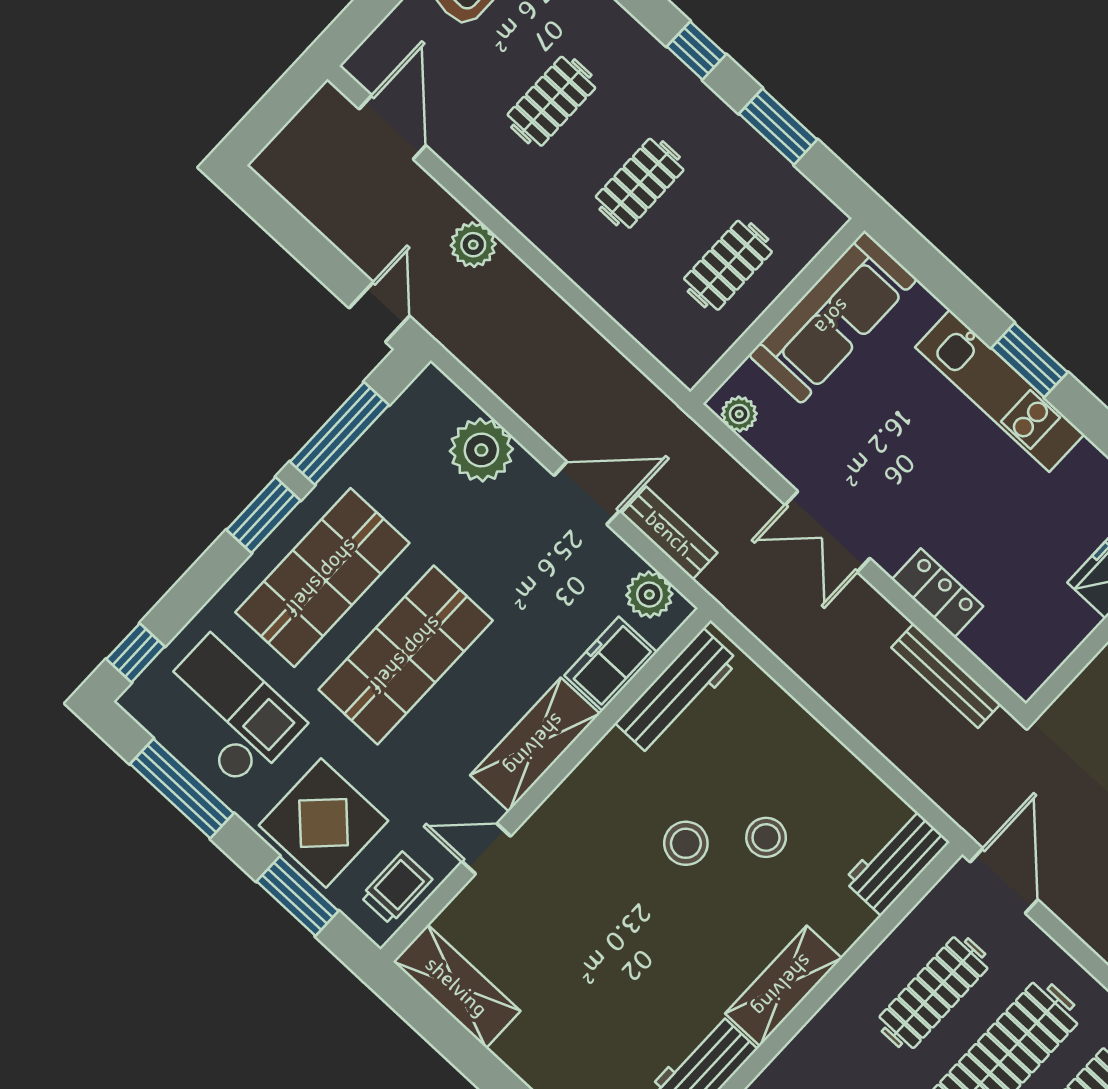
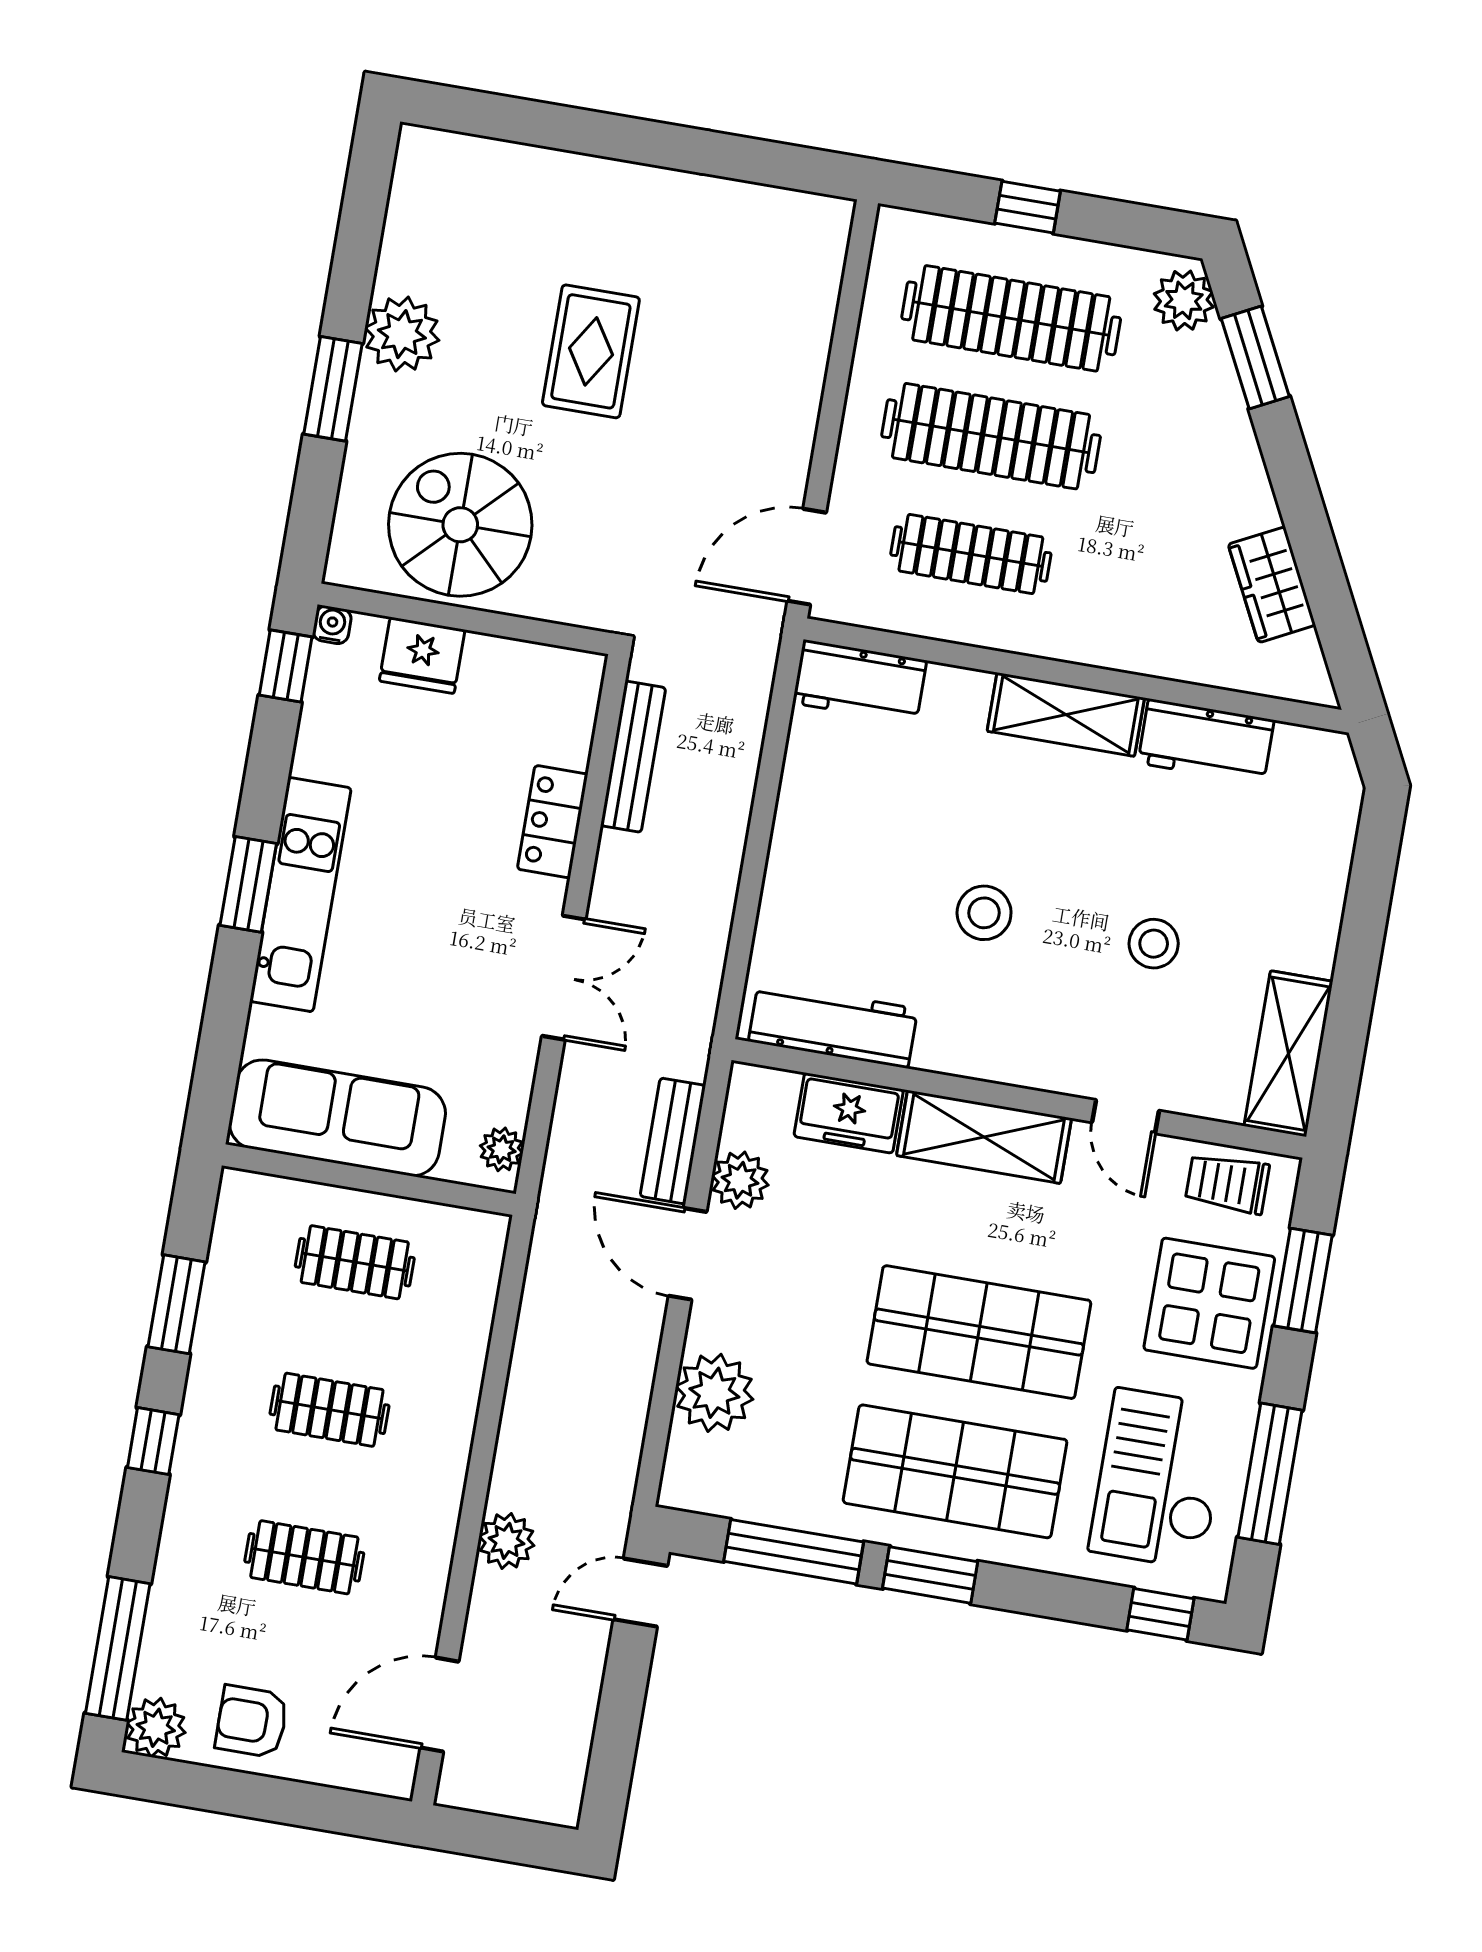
plant: (649, 595) -> (740, 1180), moved
stool: (766, 837) -> (1154, 944), moved

